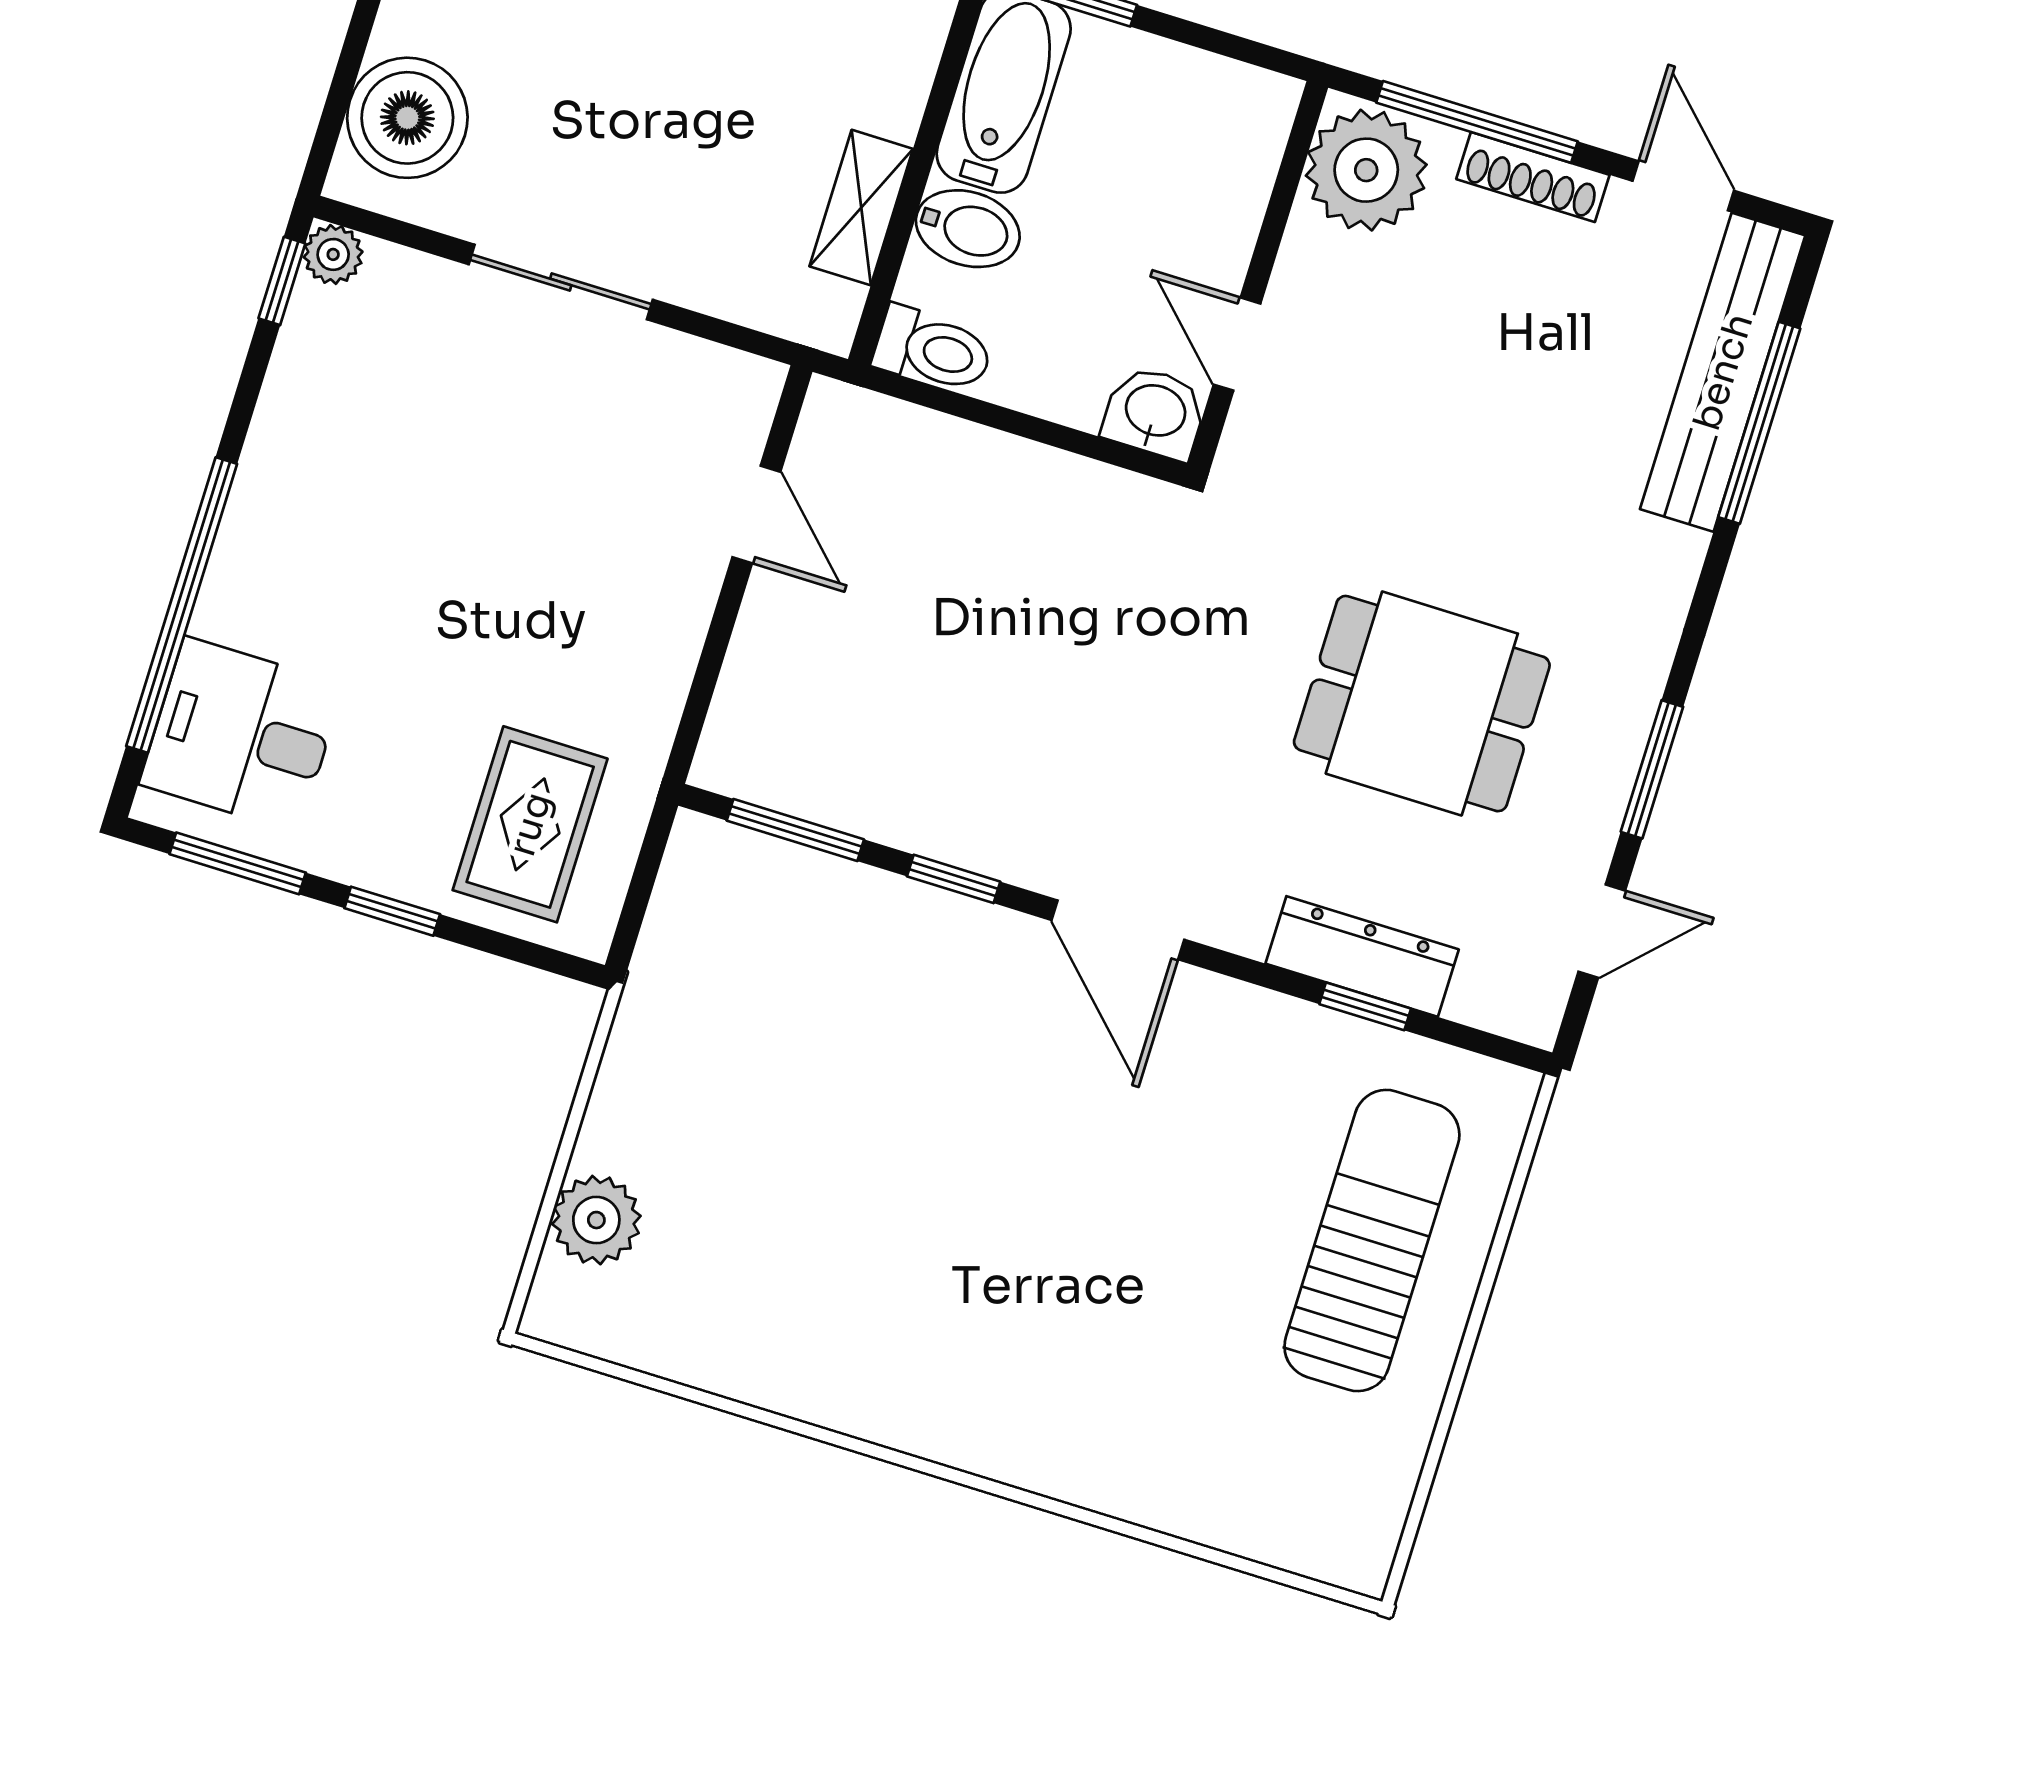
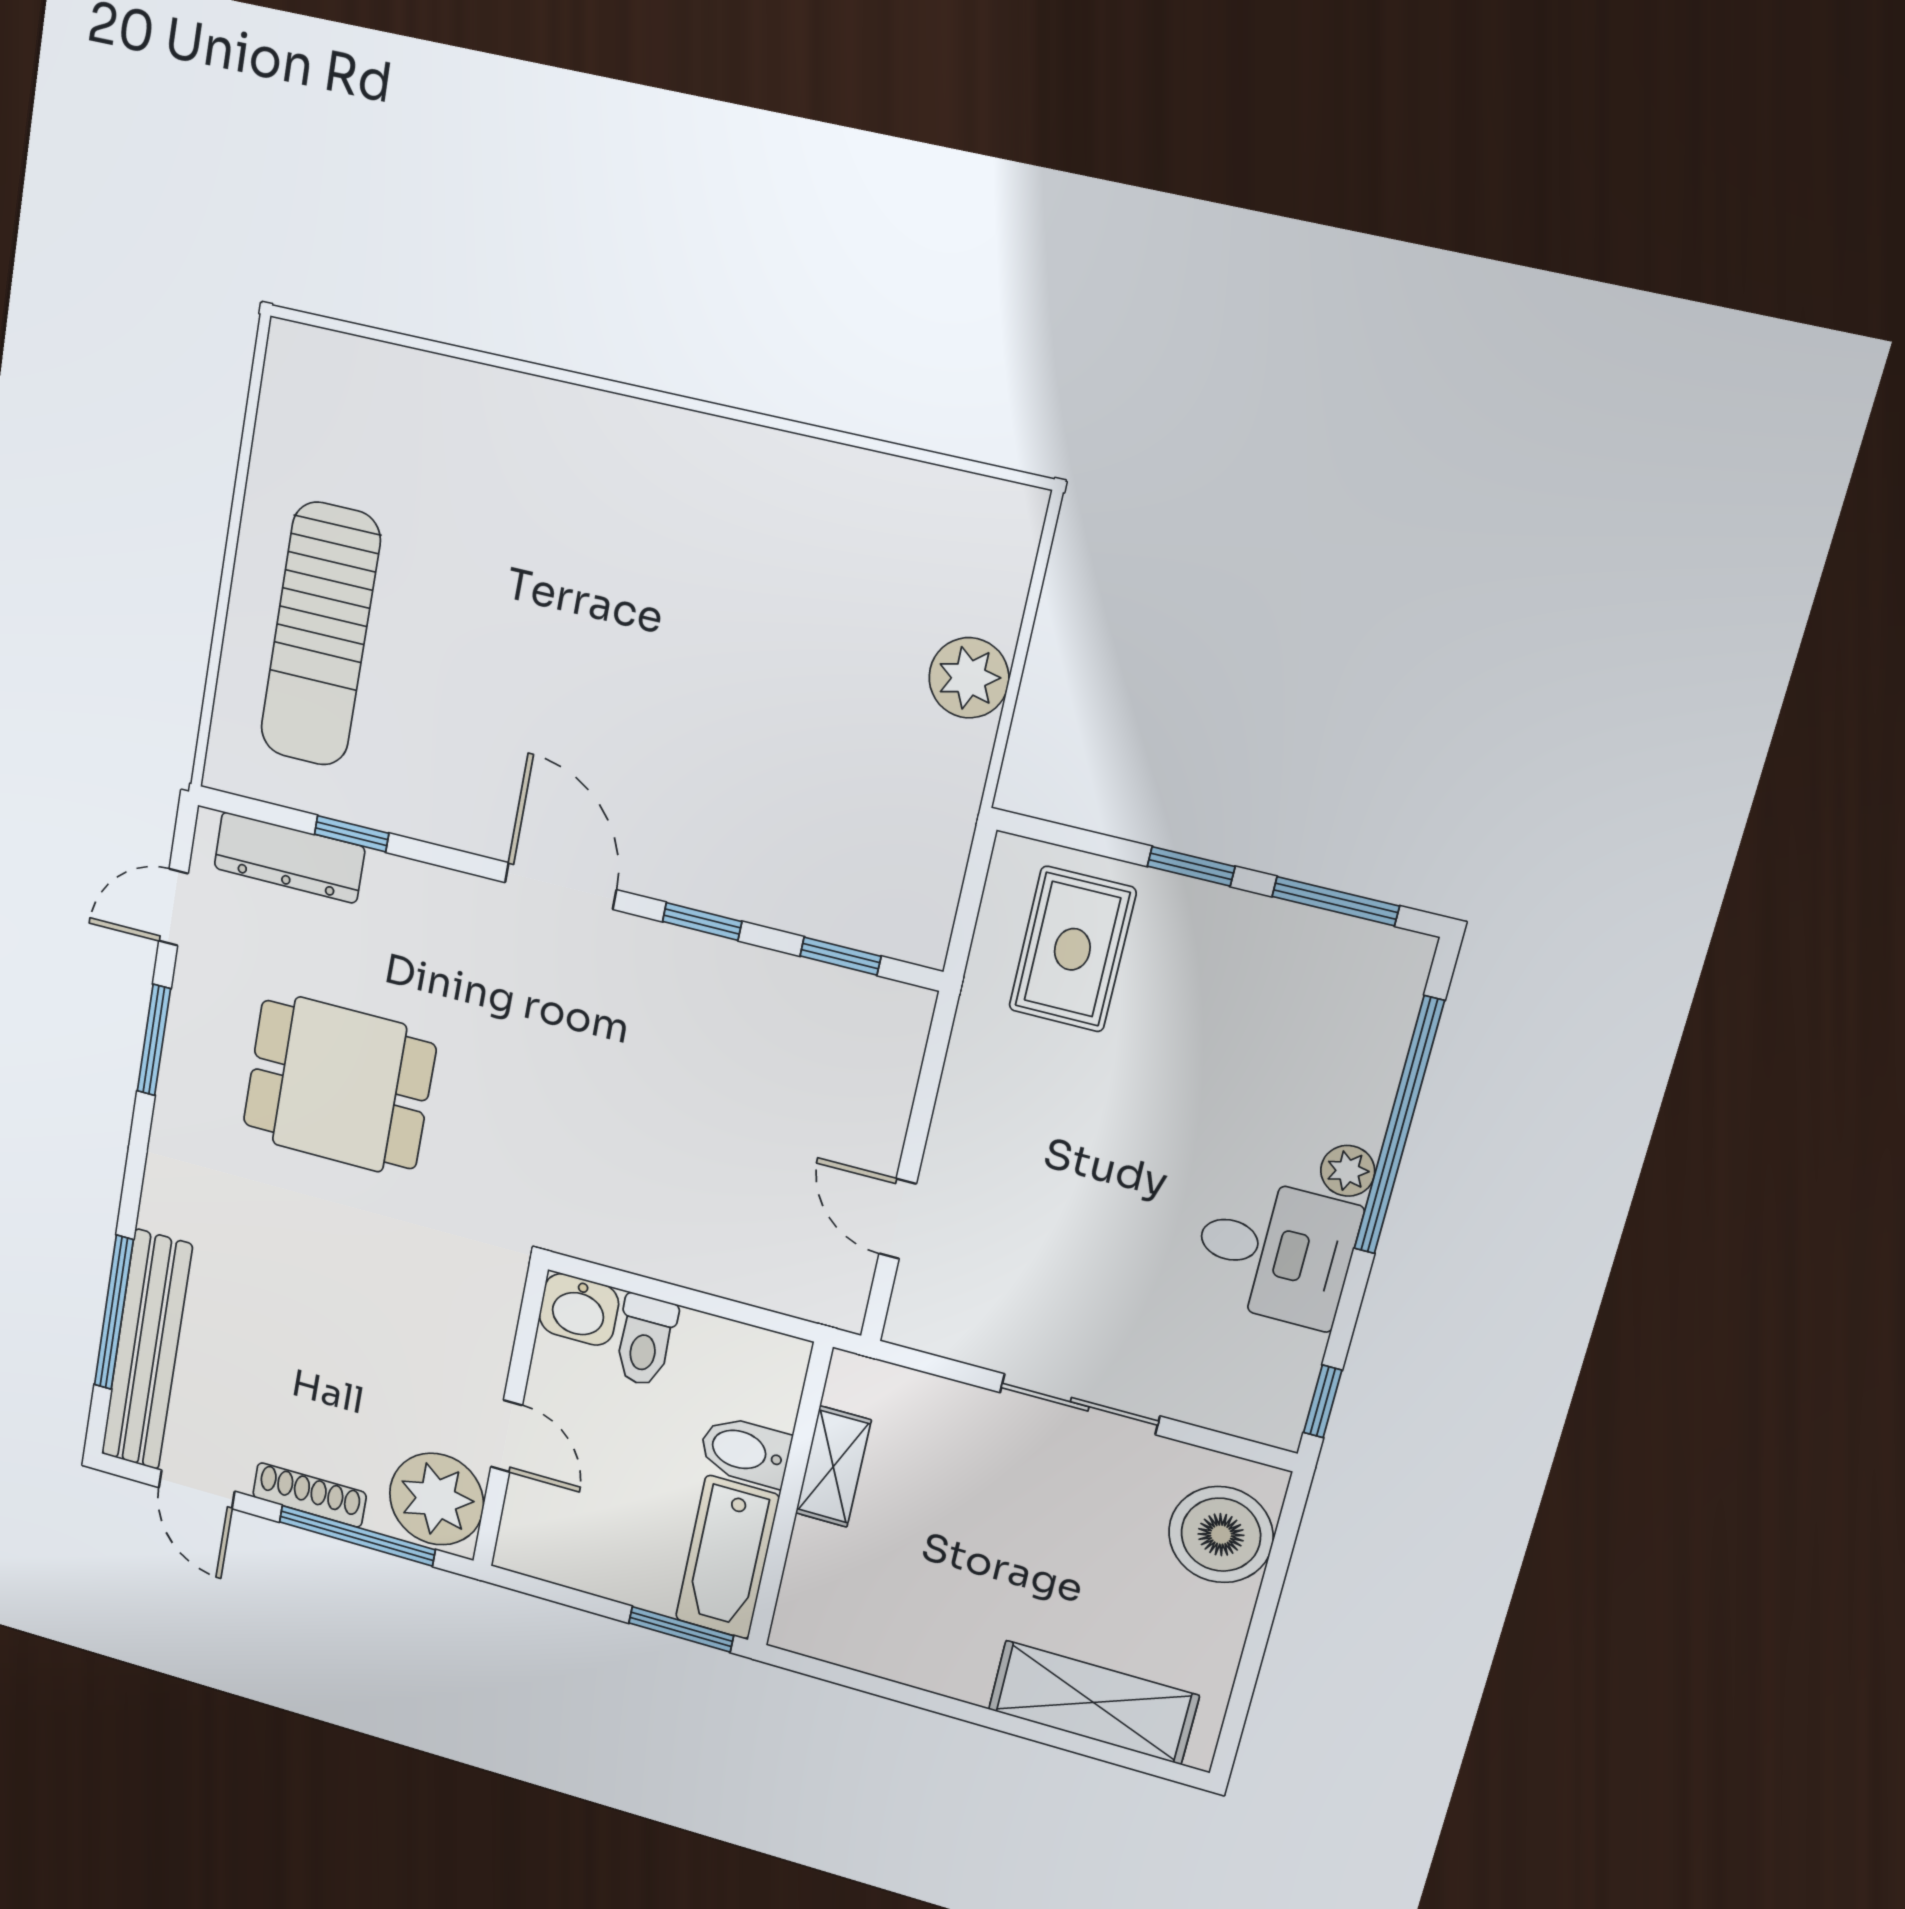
plant: (333, 254) -> (1348, 1171), moved
door: (1237, 344) -> (507, 1436), moved
toilet: (933, 350) -> (645, 1340), moved, turned -90
desk: (242, 735) -> (1275, 1252), moved
window: (795, 830) -> (841, 956), width x0.67
dresser: (1362, 957) -> (289, 858), moved
plant: (596, 1220) -> (969, 678), moved

